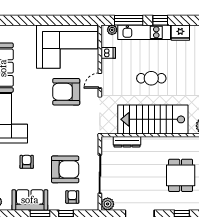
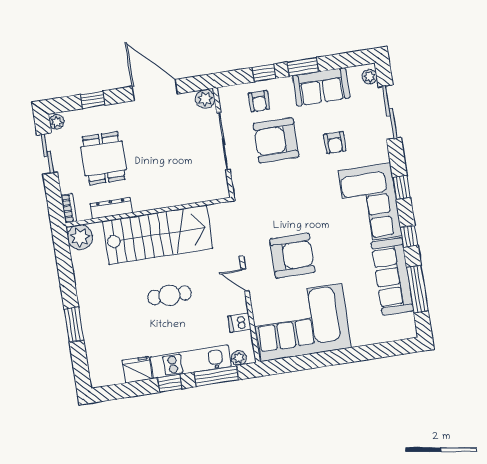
door: (100, 81) -> (245, 280), swing flipped
dresser: (127, 142) -> (111, 208), moved

